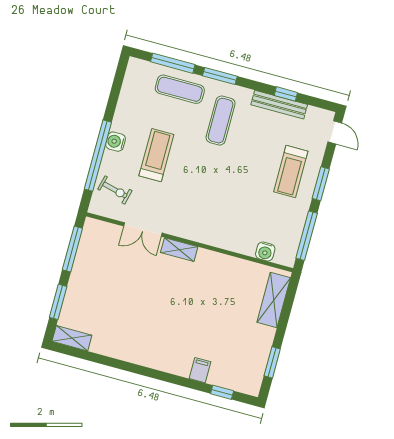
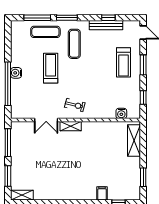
treadmill: (156, 155) -> (51, 68), moved
exercise bike: (115, 190) -> (75, 105), moved
window: (307, 236) -> (143, 98), width x0.46

